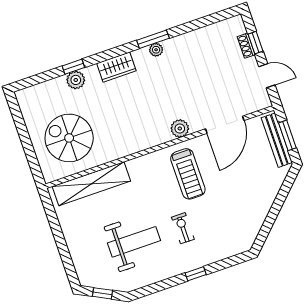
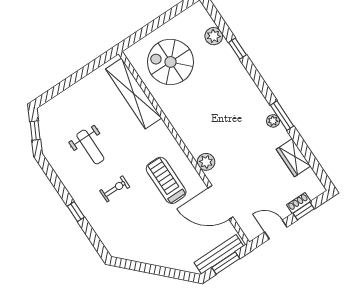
wardrobe: (116, 67) -> (294, 158), moved
door: (267, 76) -> (276, 230), swing flipped
plant: (76, 80) -> (214, 36), moved
spiral stairs: (69, 138) -> (171, 62), turned -90
treadmill: (188, 174) -> (166, 180), turned 90
weight bench: (134, 242) -> (90, 147), width x0.73, depth x0.75

